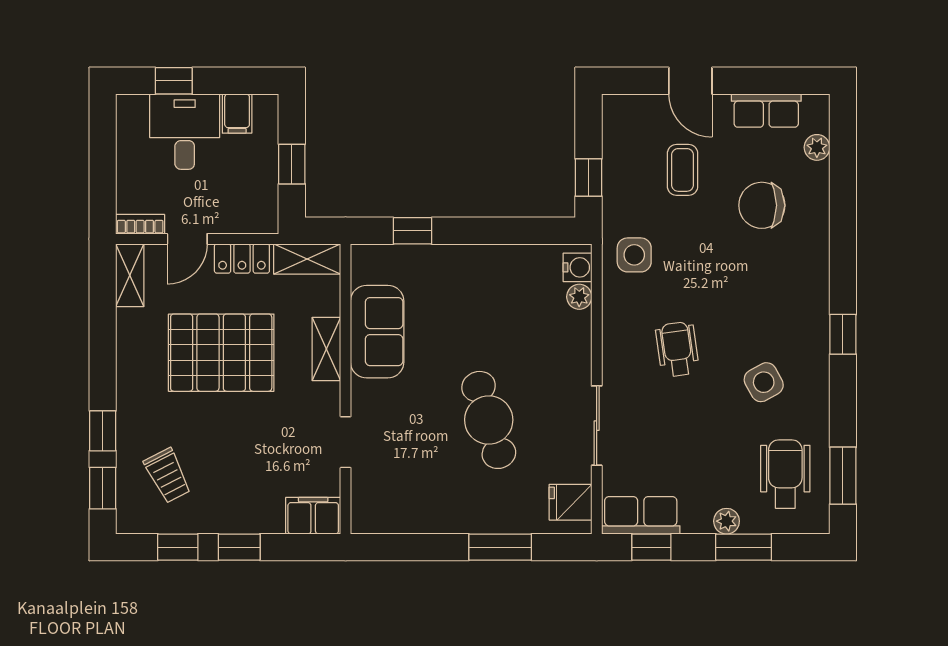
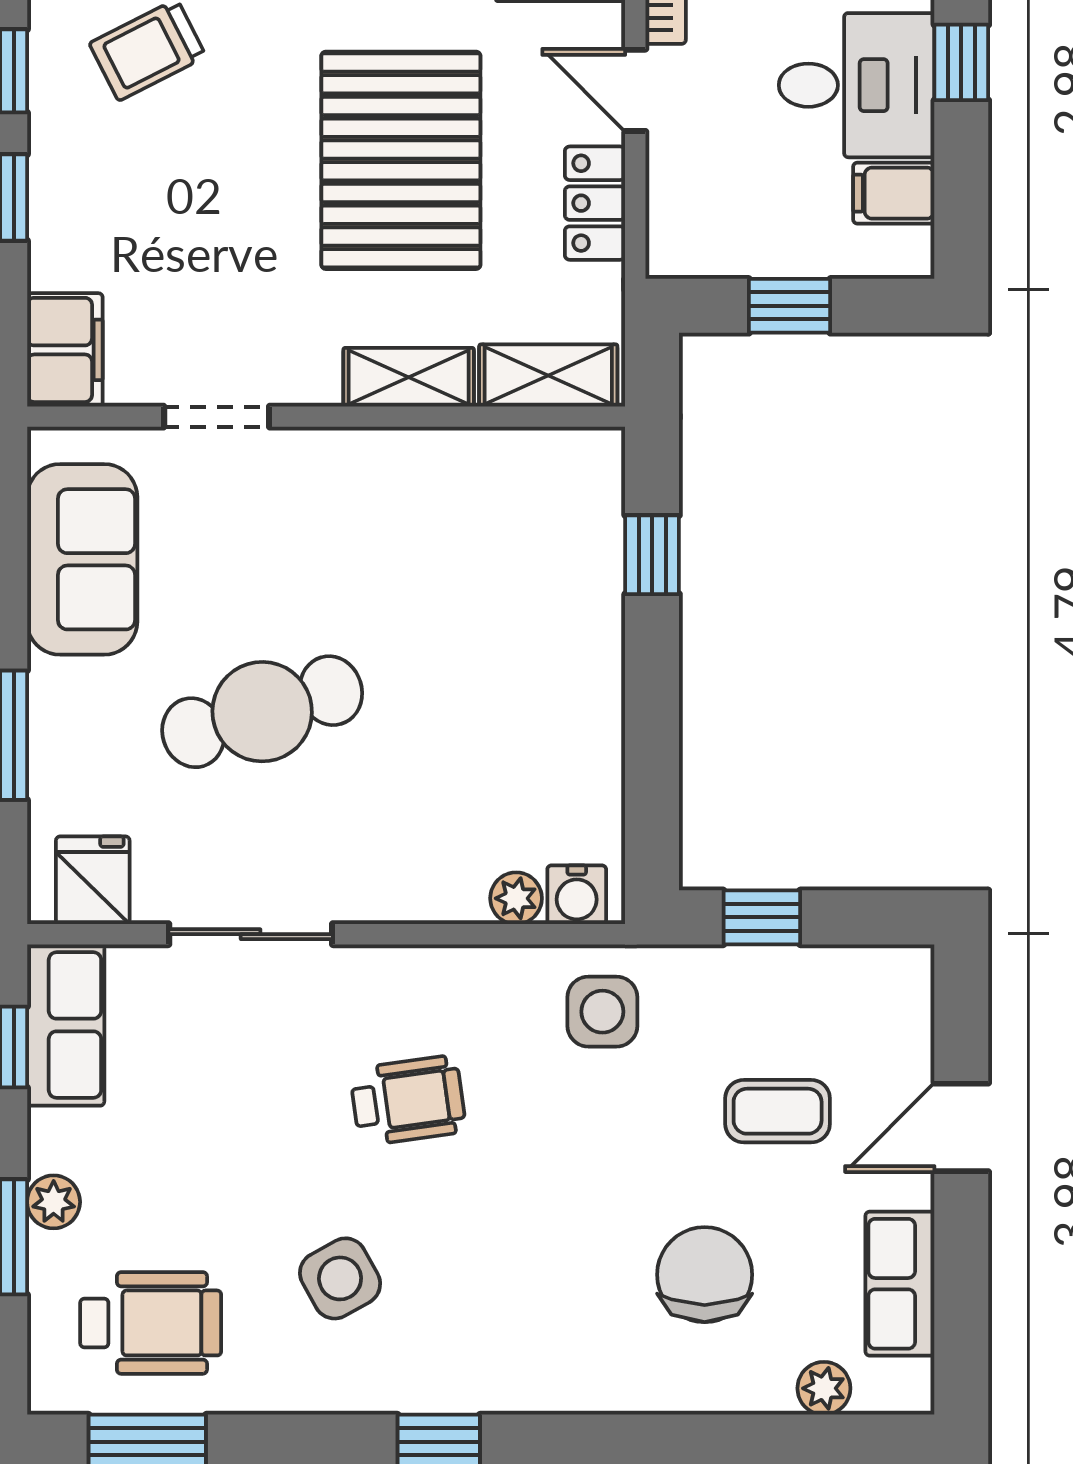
shelving: (307, 259) -> (548, 375), moved, turned 90
sofa: (377, 332) -> (82, 559), moved, turned -90

